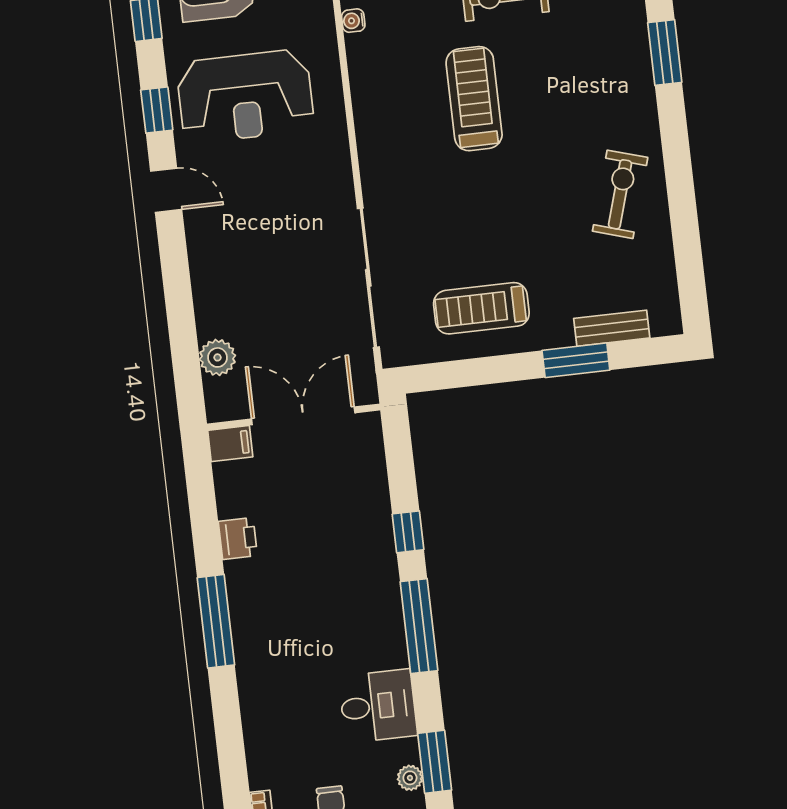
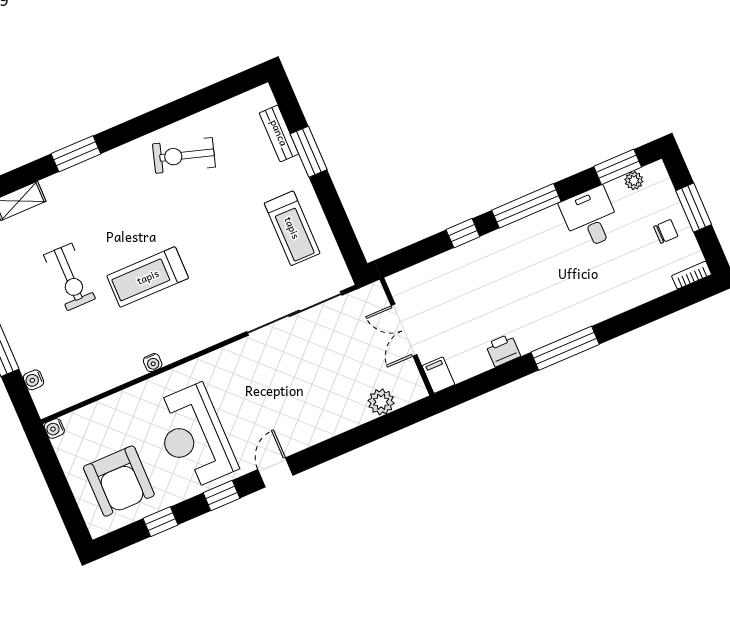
water cooler: (353, 21) -> (153, 363), moved
reception desk: (245, 96) -> (194, 437), turned 180
double door: (303, 416) -> (404, 330), width x0.73

